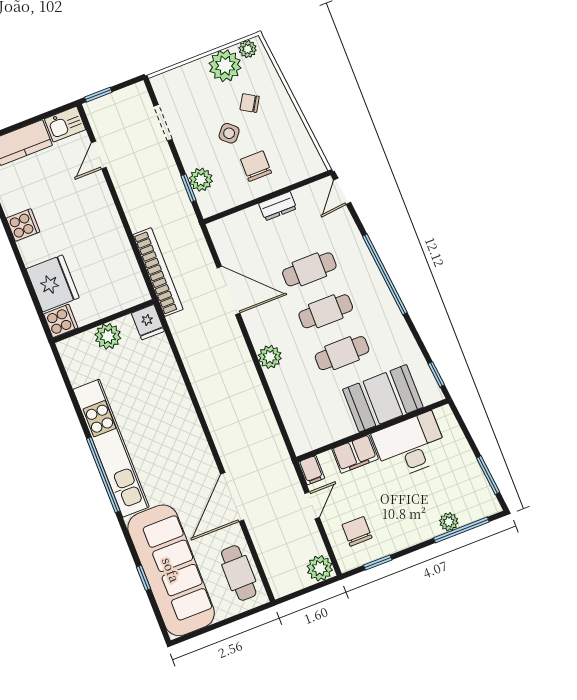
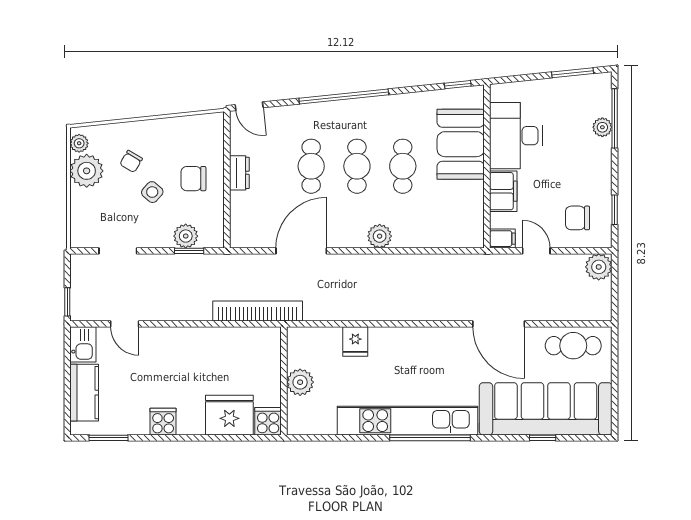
fridge: (148, 322) -> (355, 341), moved, turned 90

